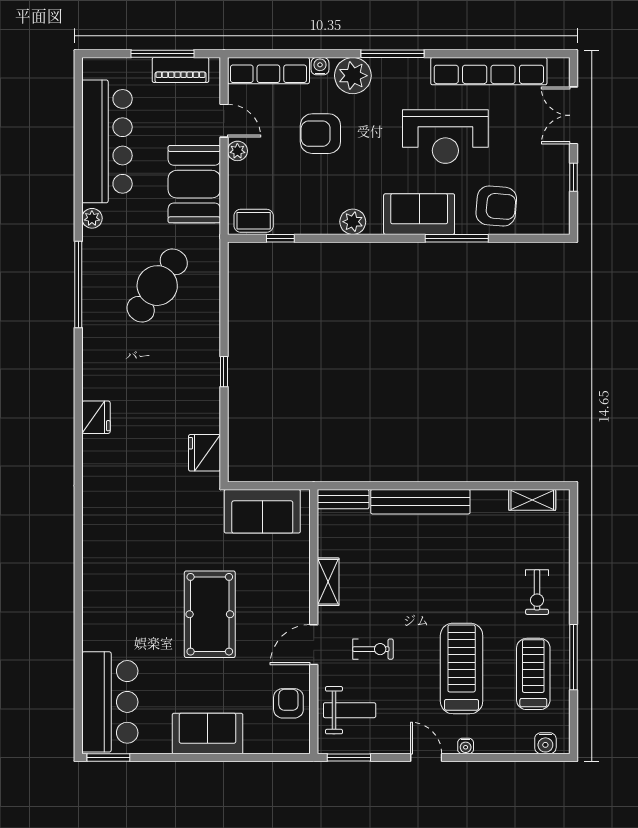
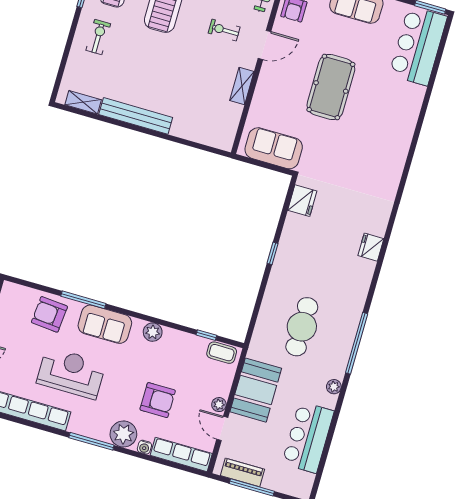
bar counter: (107, 141) -> (308, 437), width x0.73
cafe table: (157, 286) -> (302, 327), turned -35
bench: (343, 499) -> (215, 141), removed
bench: (420, 502) -> (136, 116), moved

